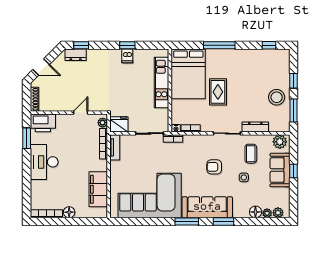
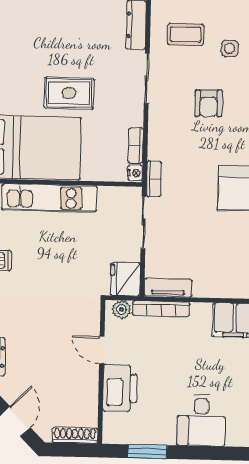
printer: (43, 123) -> (120, 388), moved
desk: (44, 162) -> (201, 420), width x0.73

